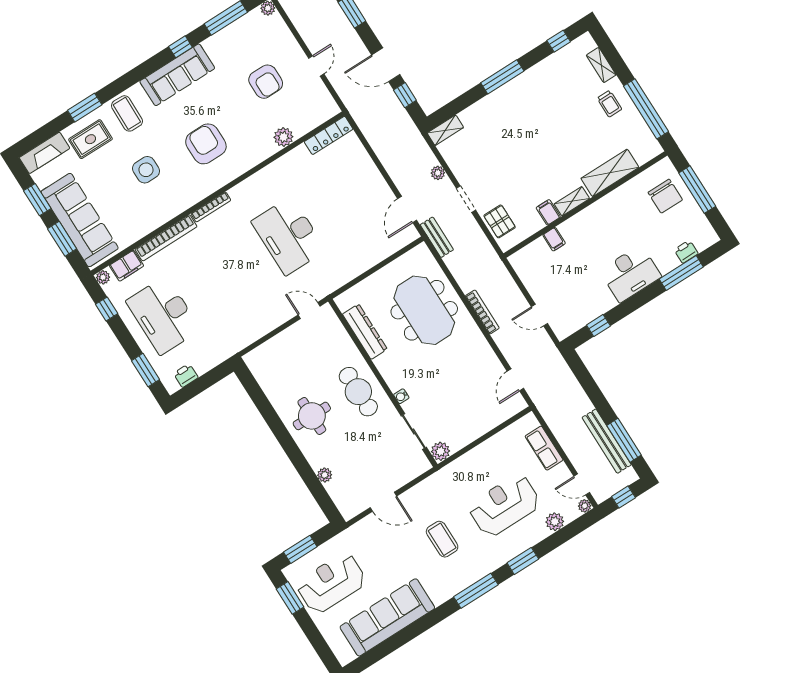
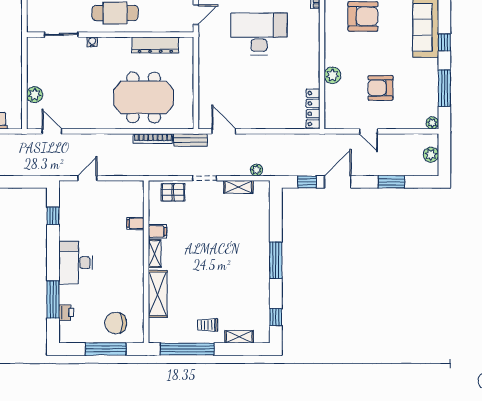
shelving: (445, 130) -> (238, 187), moved, turned 90
plant: (438, 173) -> (256, 170), moved
bookcase: (482, 312) -> (153, 139), moved
plant: (440, 451) -> (35, 95), moved

